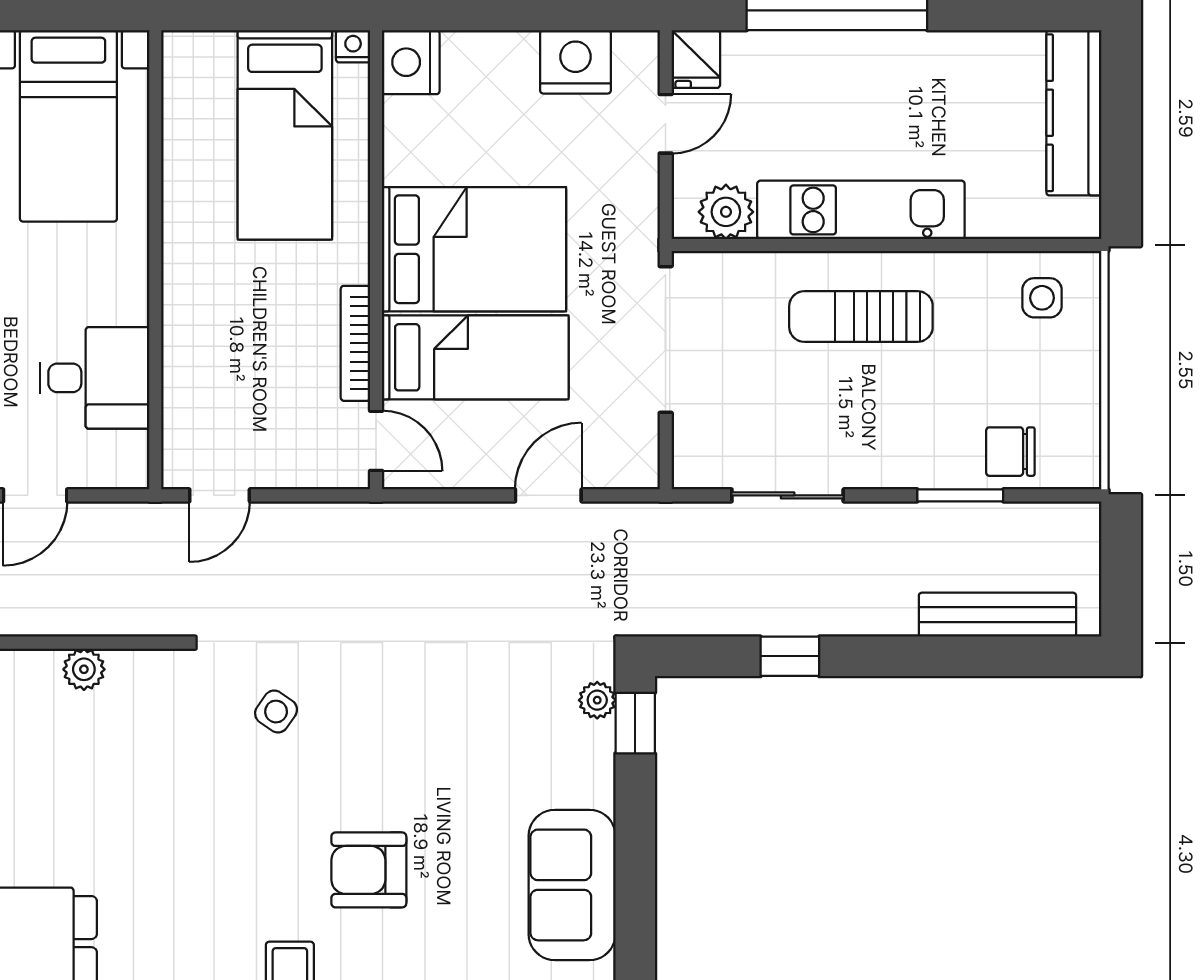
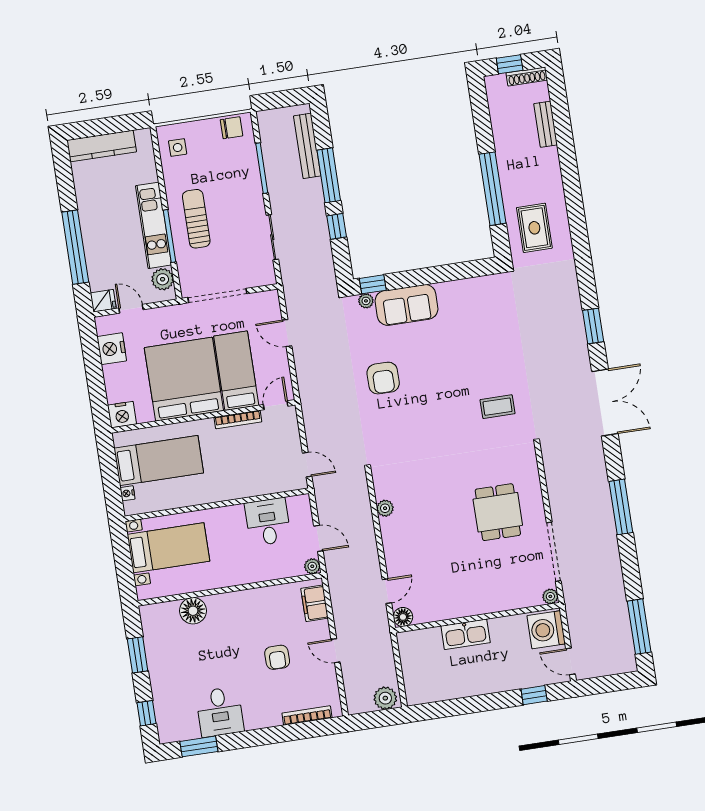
nightstand: (353, 46) -> (127, 493), moved
window: (829, 245) -> (170, 236), added
bed: (474, 249) -> (184, 379), width x1.36
sun lounger: (861, 317) -> (196, 219), turned 180
chair: (1010, 452) -> (231, 128), moved, turned -90
window: (960, 495) -> (262, 168), width x1.44
window: (918, 656) -> (329, 175), added
side table: (276, 712) -> (390, 429), removed
armchair: (369, 870) -> (383, 378), moved
sofa: (572, 885) -> (407, 305), moved

